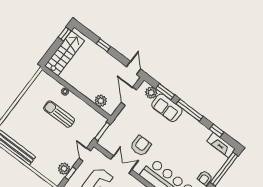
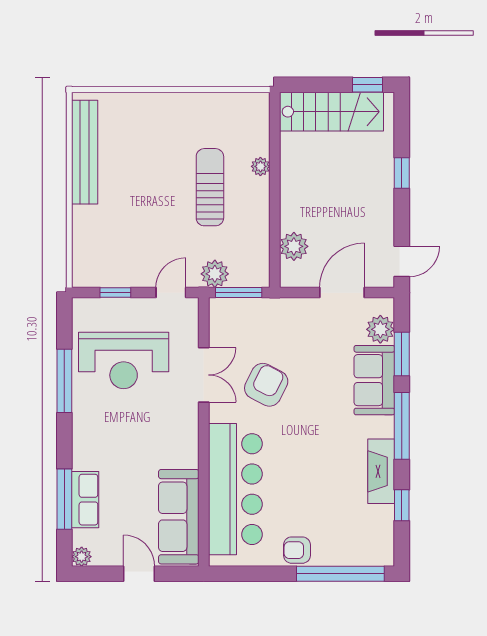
fireplace: (221, 145) -> (381, 471), moved
armchair: (141, 146) -> (266, 385), turned -63
plant: (64, 169) -> (215, 274), moved

